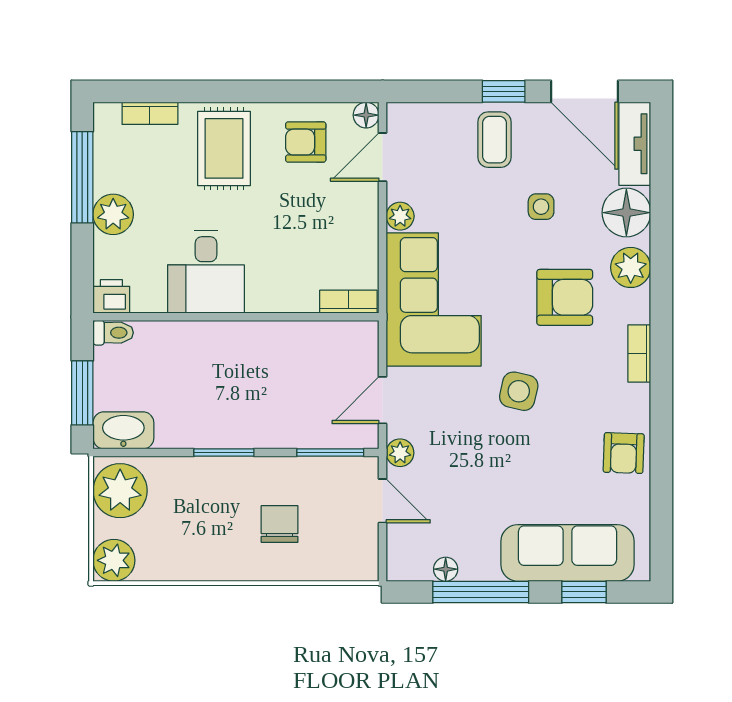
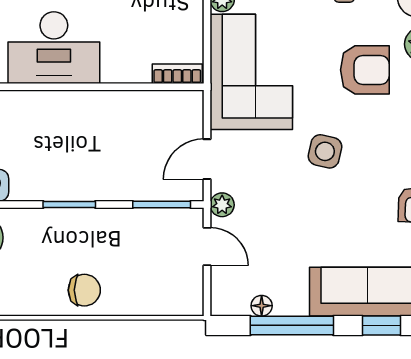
desk: (206, 272) -> (54, 48), width x1.37
chair: (280, 524) -> (84, 290), moved, turned 90

